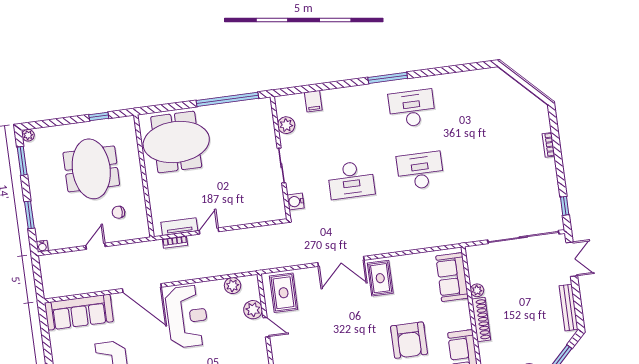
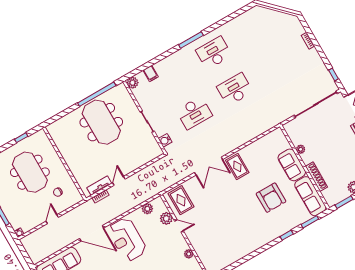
plant: (286, 125) -> (133, 83), moved
meeting table: (176, 142) -> (101, 122), moved, turned 90
sofa: (452, 277) -> (292, 165), moved
reception desk: (187, 317) -> (127, 240), turned 180
shoe rack: (481, 320) -> (317, 177), moved

